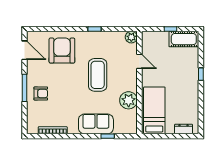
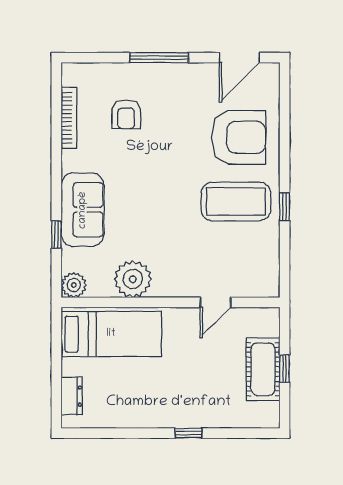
plant: (131, 37) -> (74, 285), moved
cot: (184, 39) -> (263, 369), moved
coffee table: (98, 75) -> (236, 201), moved
armchair: (41, 94) -> (126, 114), moved

